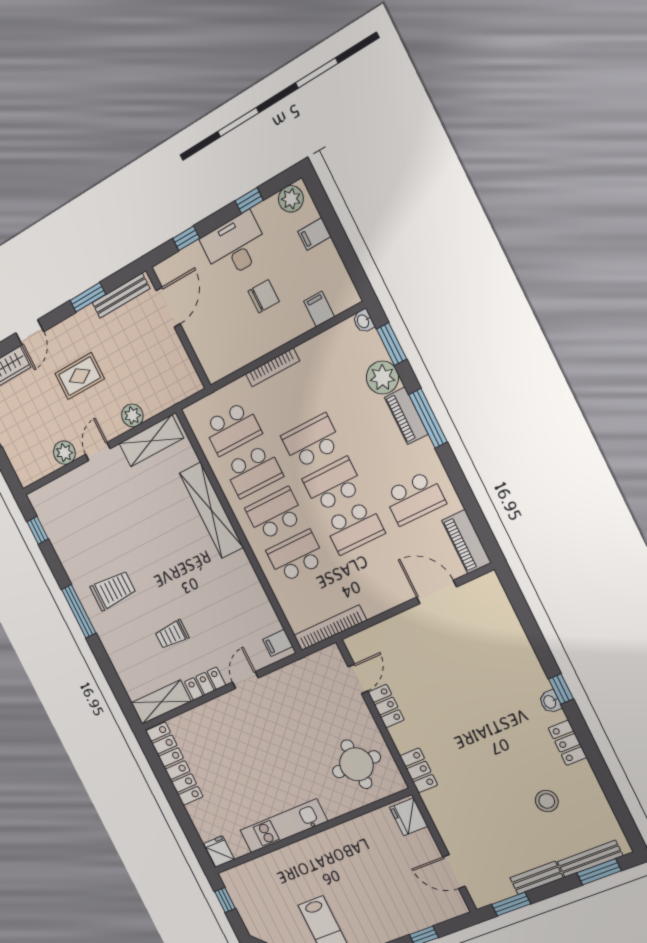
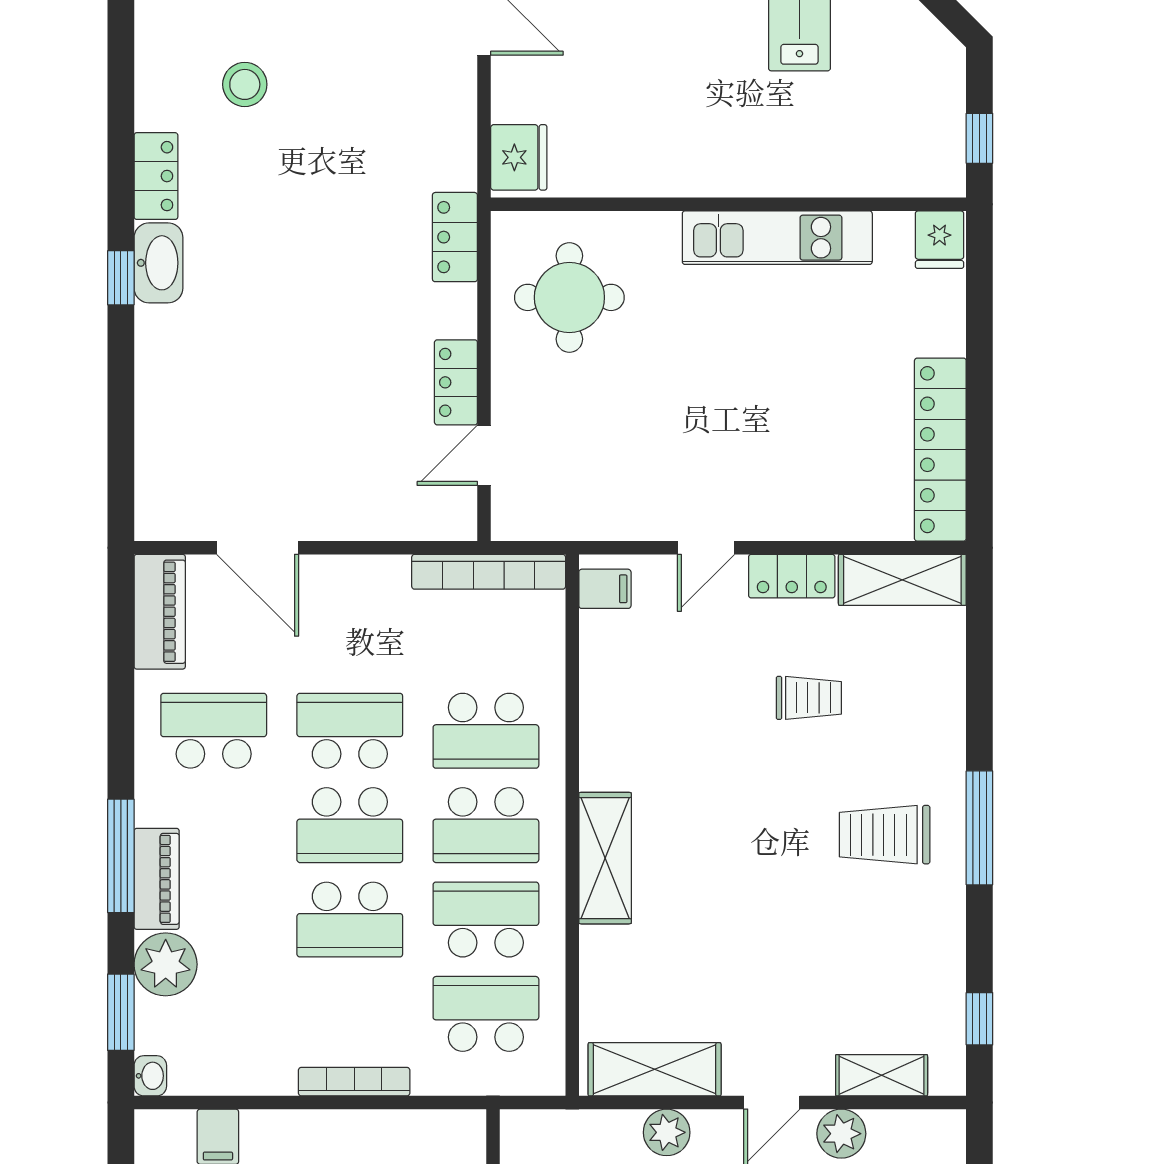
shelving: (62, 486) -> (882, 1075), added
shelving: (211, 510) -> (605, 858), width x0.68
washbasin: (550, 702) -> (158, 263), width x1.91, depth x1.45

